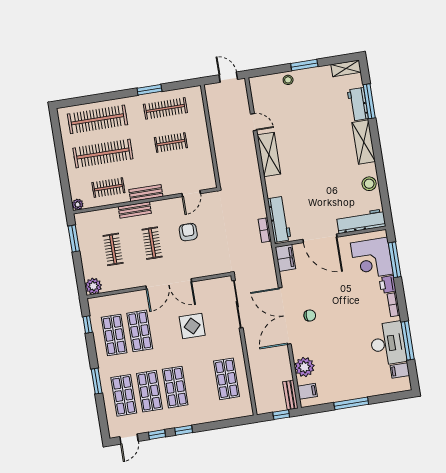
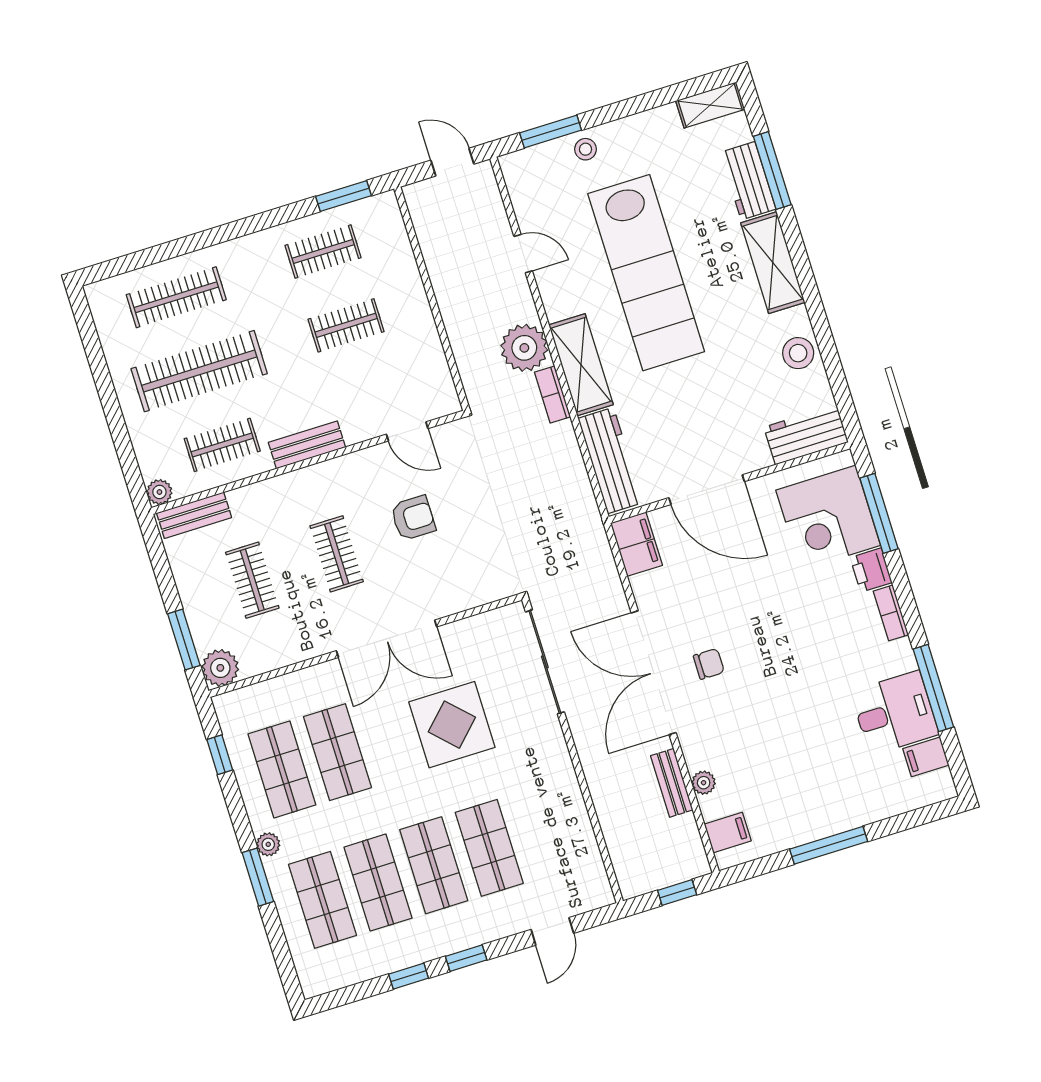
window: (304, 65) -> (551, 132), moved
window: (149, 90) -> (344, 196), moved
clothes rail: (165, 108) -> (323, 251), width x0.73
clothes rail: (97, 119) -> (176, 297), width x0.73, depth x0.76
lab bench: (307, 138) -> (646, 273), added
shelving: (269, 154) -> (581, 365), moved
plant: (248, 164) -> (524, 348), added
door: (191, 193) -> (407, 431), hinge flipped
bench: (135, 210) -> (194, 515), moved
workbench: (361, 221) -> (806, 435), width x0.73
bookcase: (265, 230) -> (552, 395), moved
armchair: (188, 232) -> (413, 518), turned 90
window: (74, 238) -> (184, 640), moved
display table: (192, 326) -> (452, 725), width x1.36, depth x1.36
desk: (388, 343) -> (895, 713), width x0.73
plant: (103, 367) -> (268, 844), added
plant: (304, 367) -> (704, 783), width x0.53, depth x0.53
shop shelf: (227, 379) -> (489, 848), moved
bench: (290, 395) -> (672, 783), moved
door: (129, 439) -> (552, 931), moved

